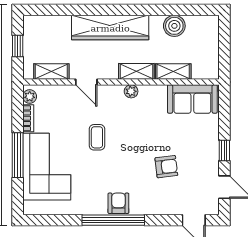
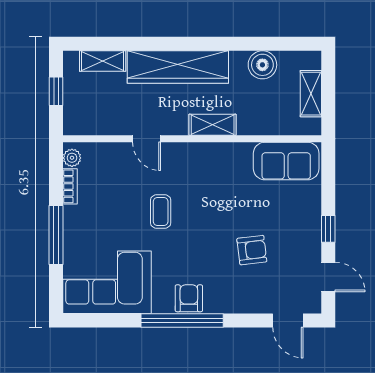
shelving: (173, 71) -> (311, 94), moved, turned 90
shelving: (51, 72) -> (103, 61), moved
plant: (131, 91) -> (205, 151), removed
corner sofa: (47, 167) -> (107, 282), moved, turned -90

